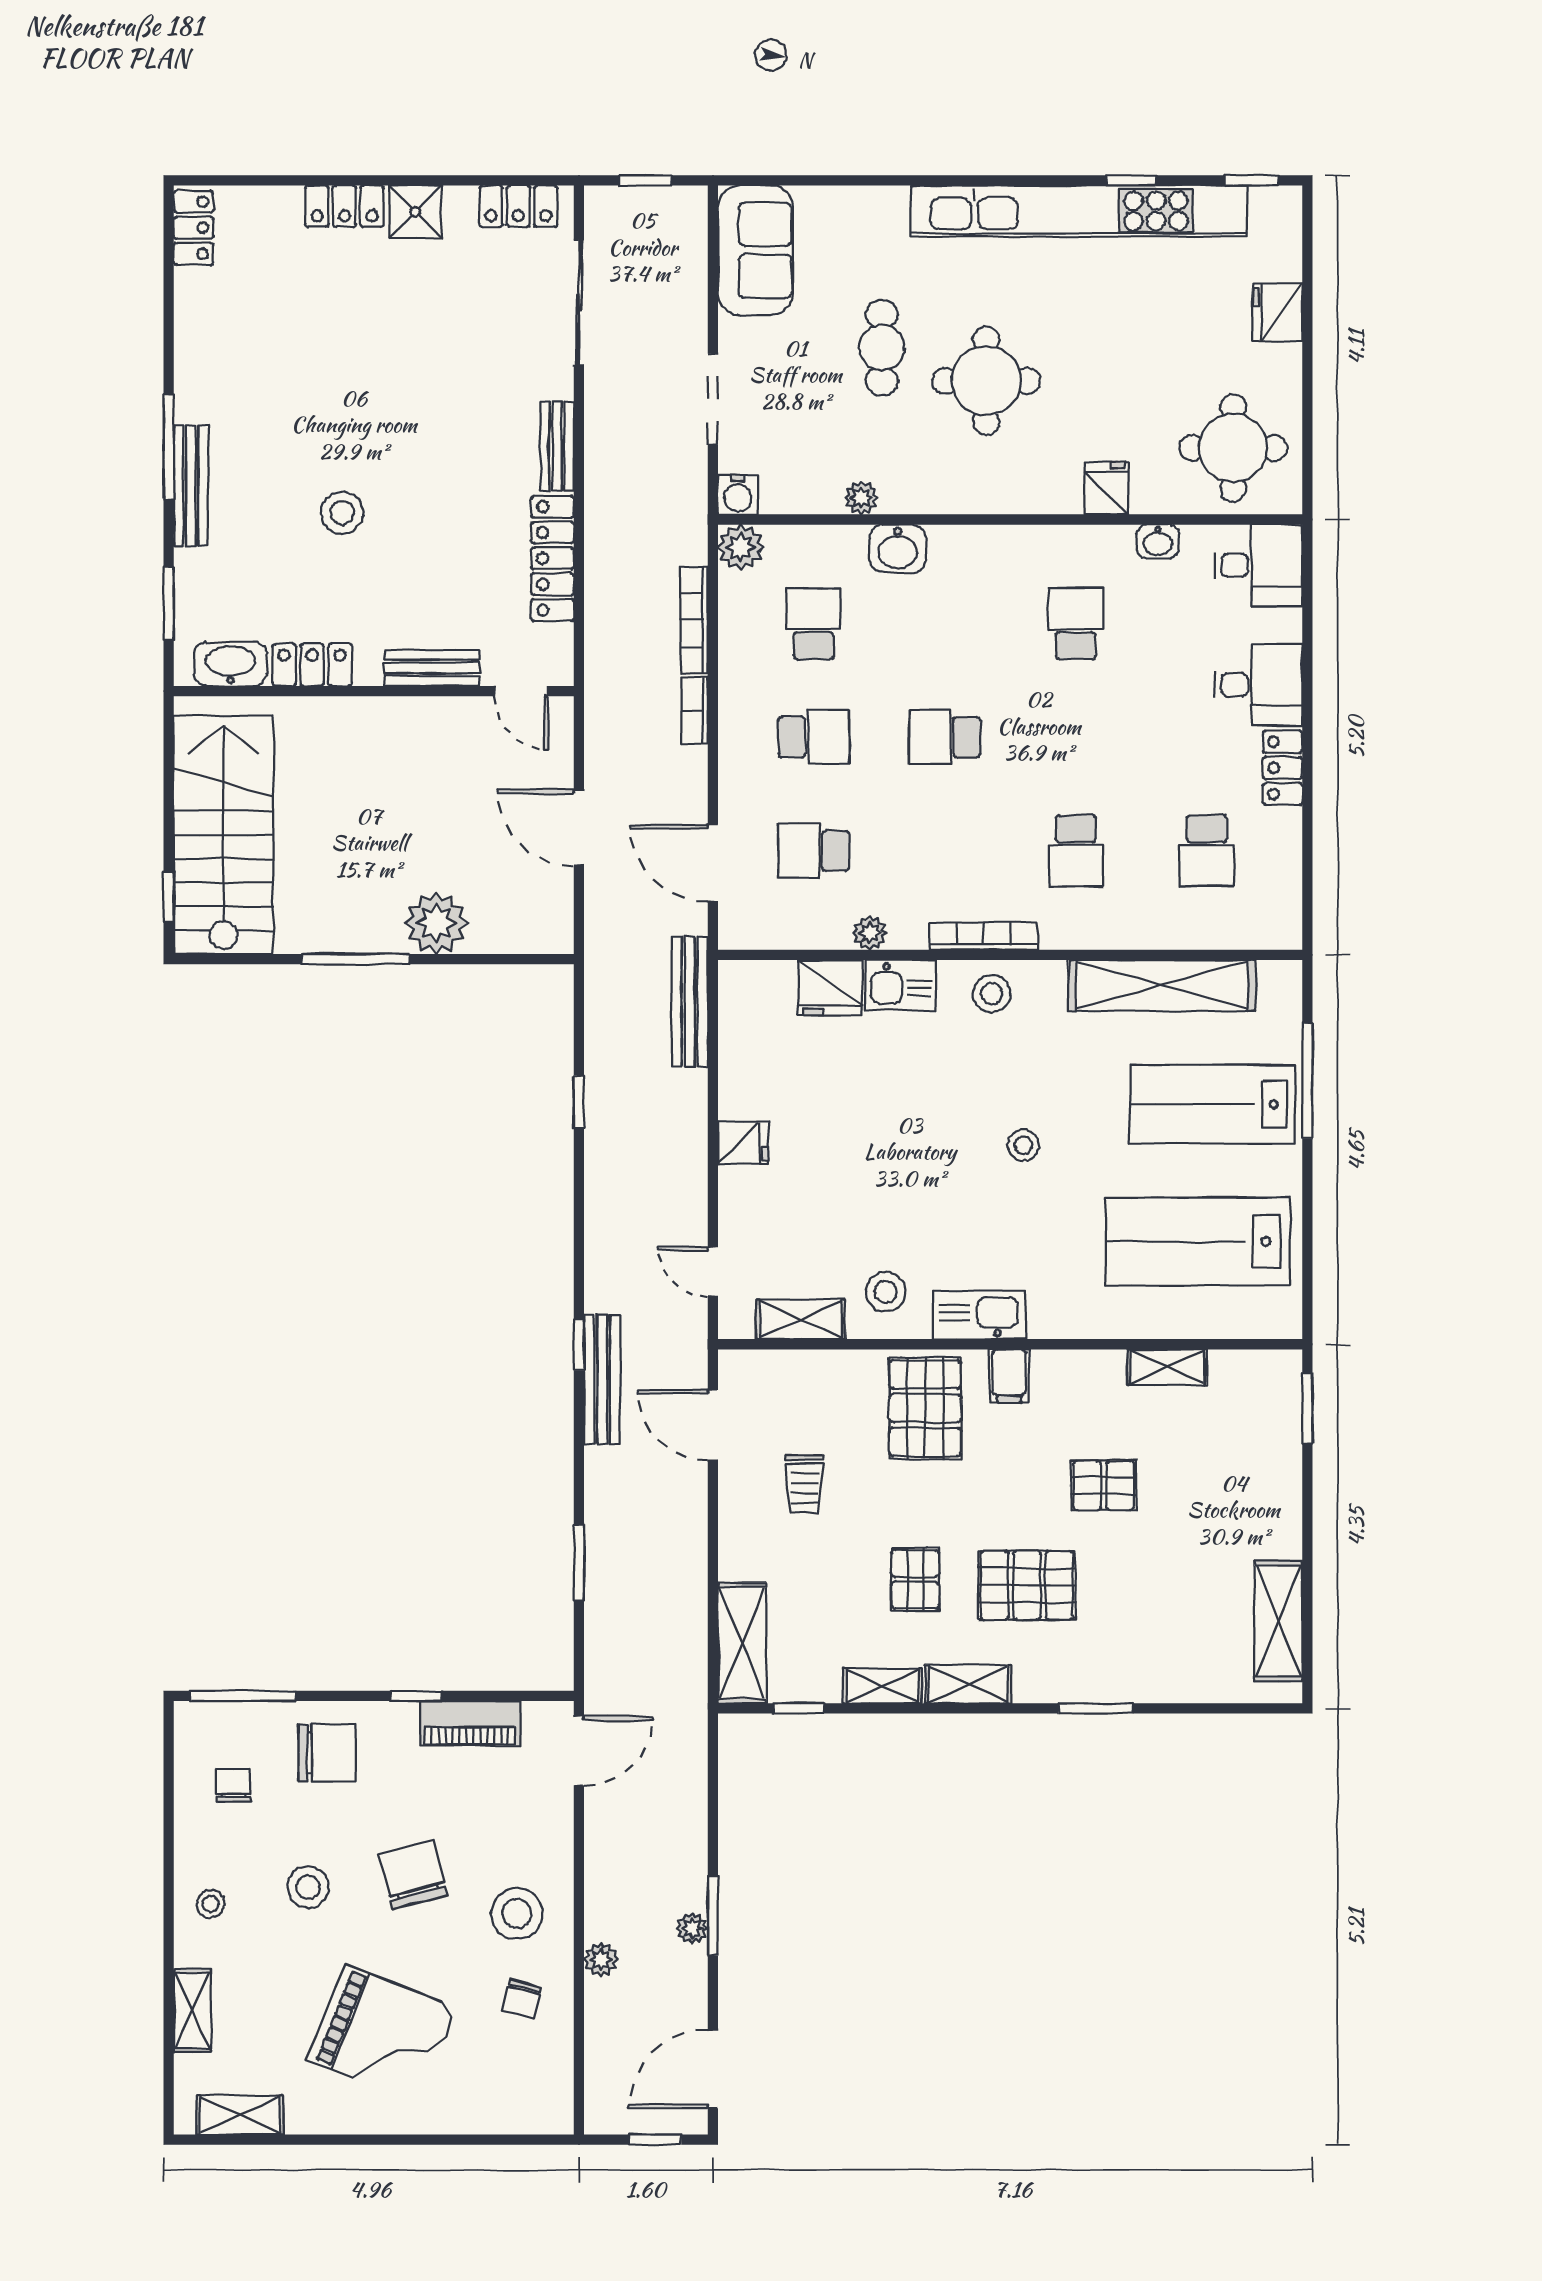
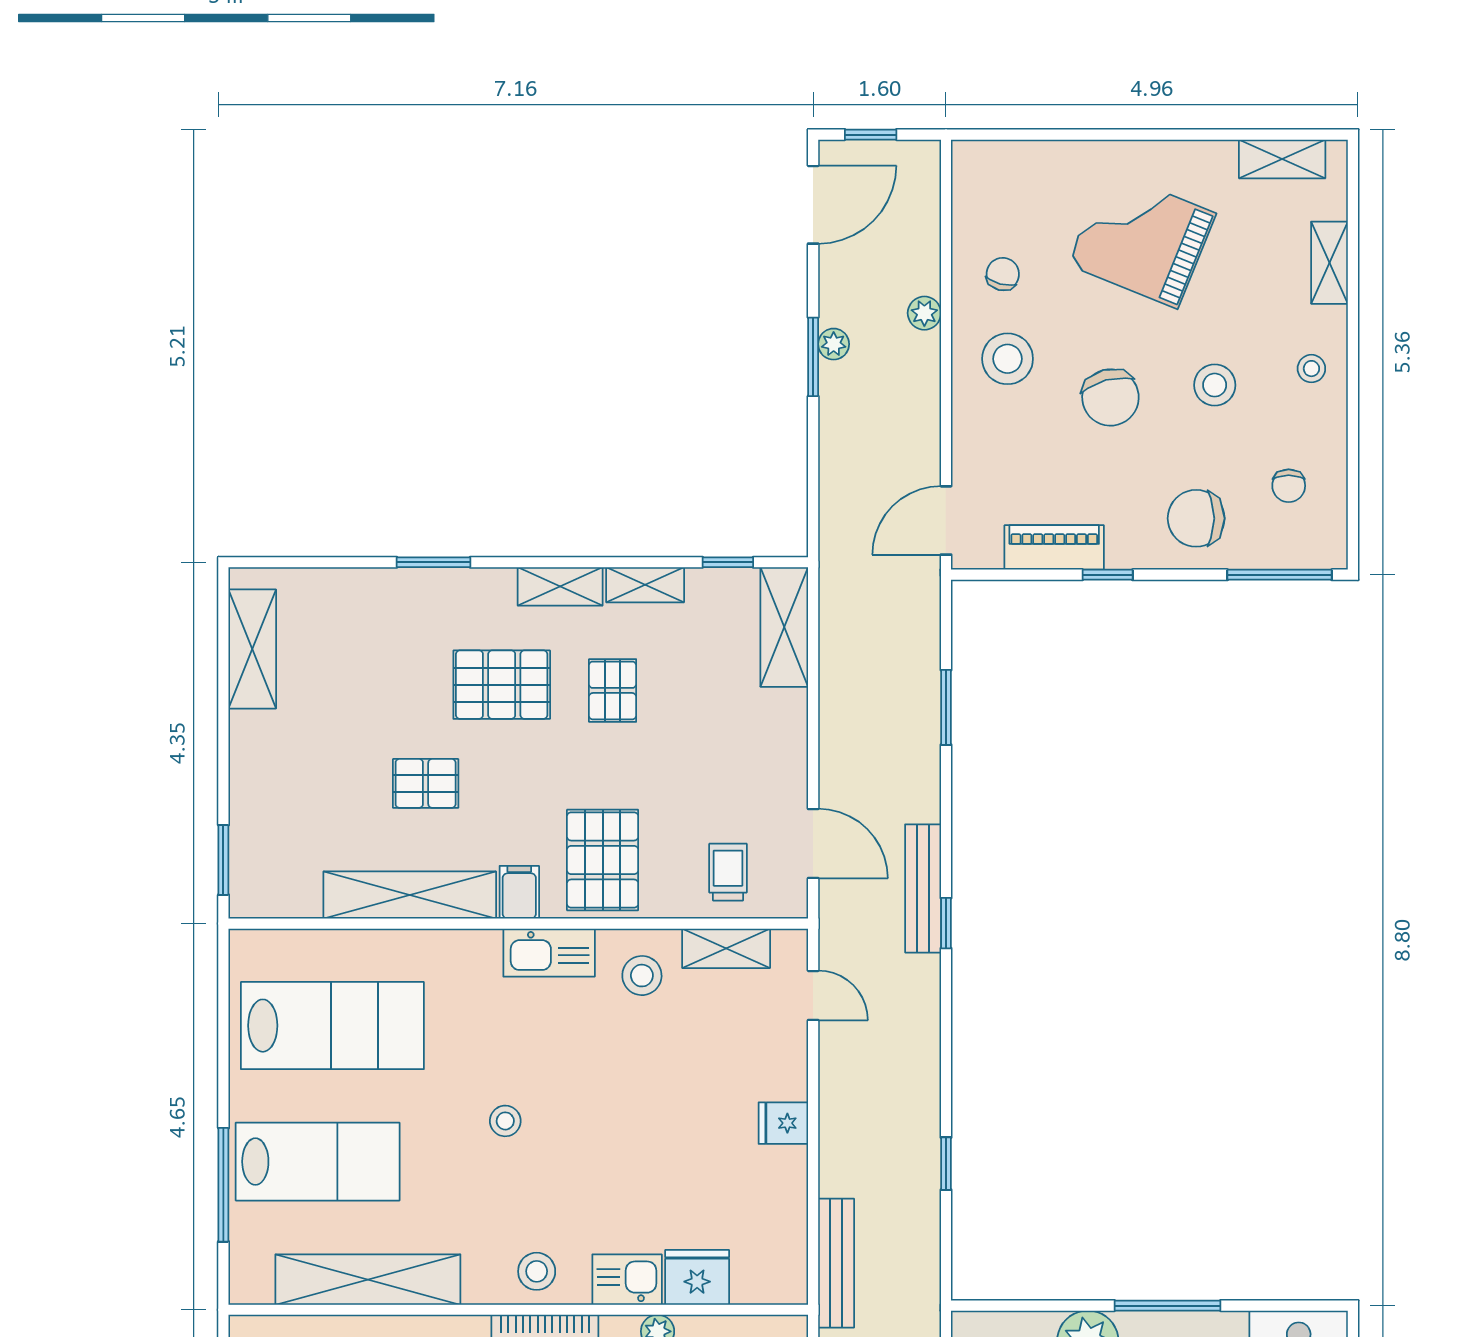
shelving: (1167, 1367) -> (410, 895), width x2.20, depth x1.33
trolley: (804, 1484) -> (728, 872), moved

